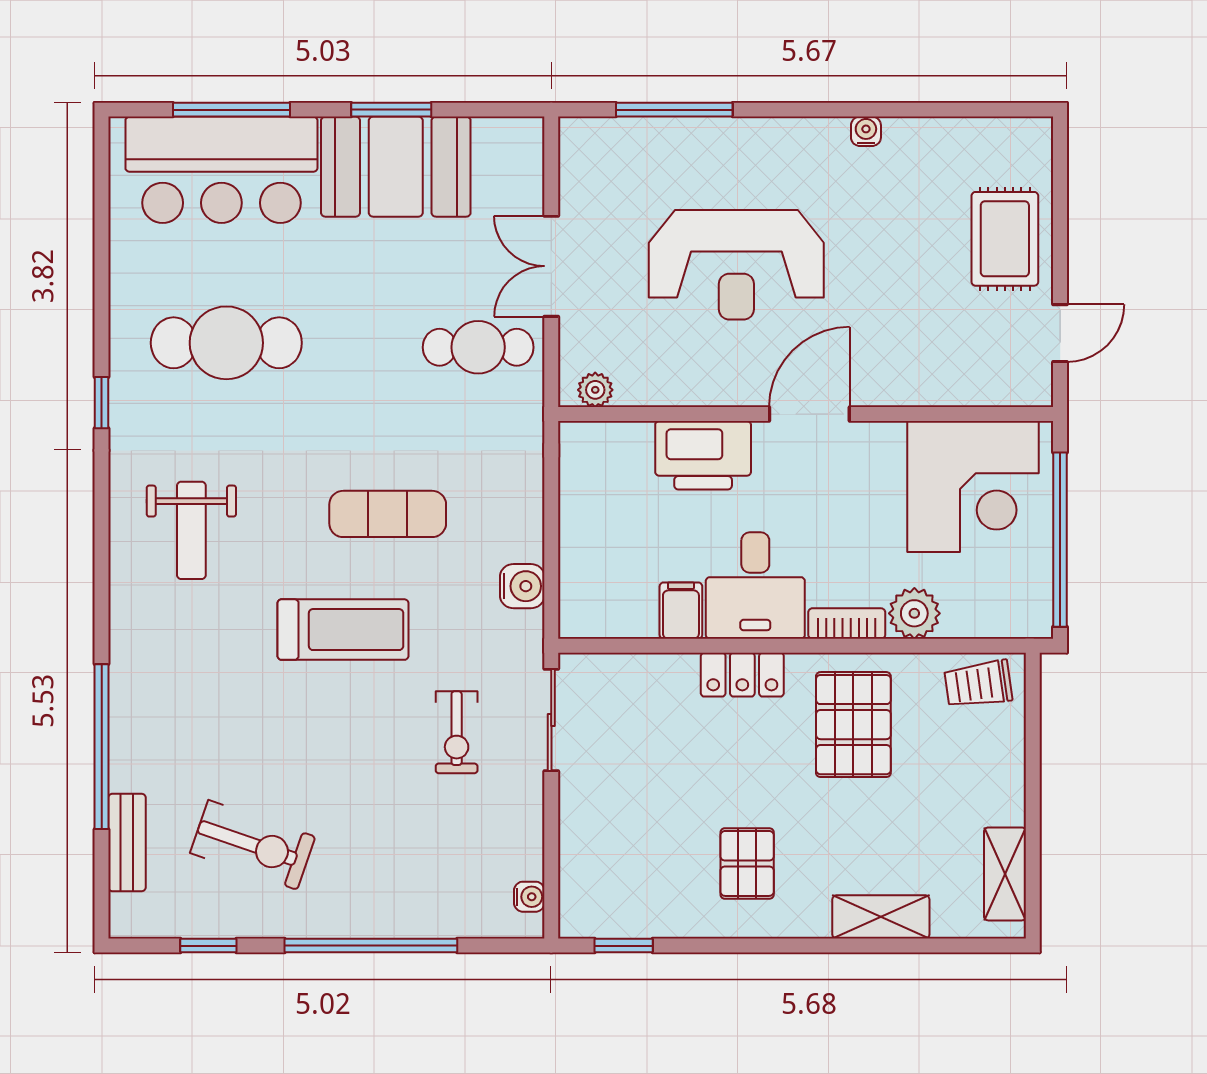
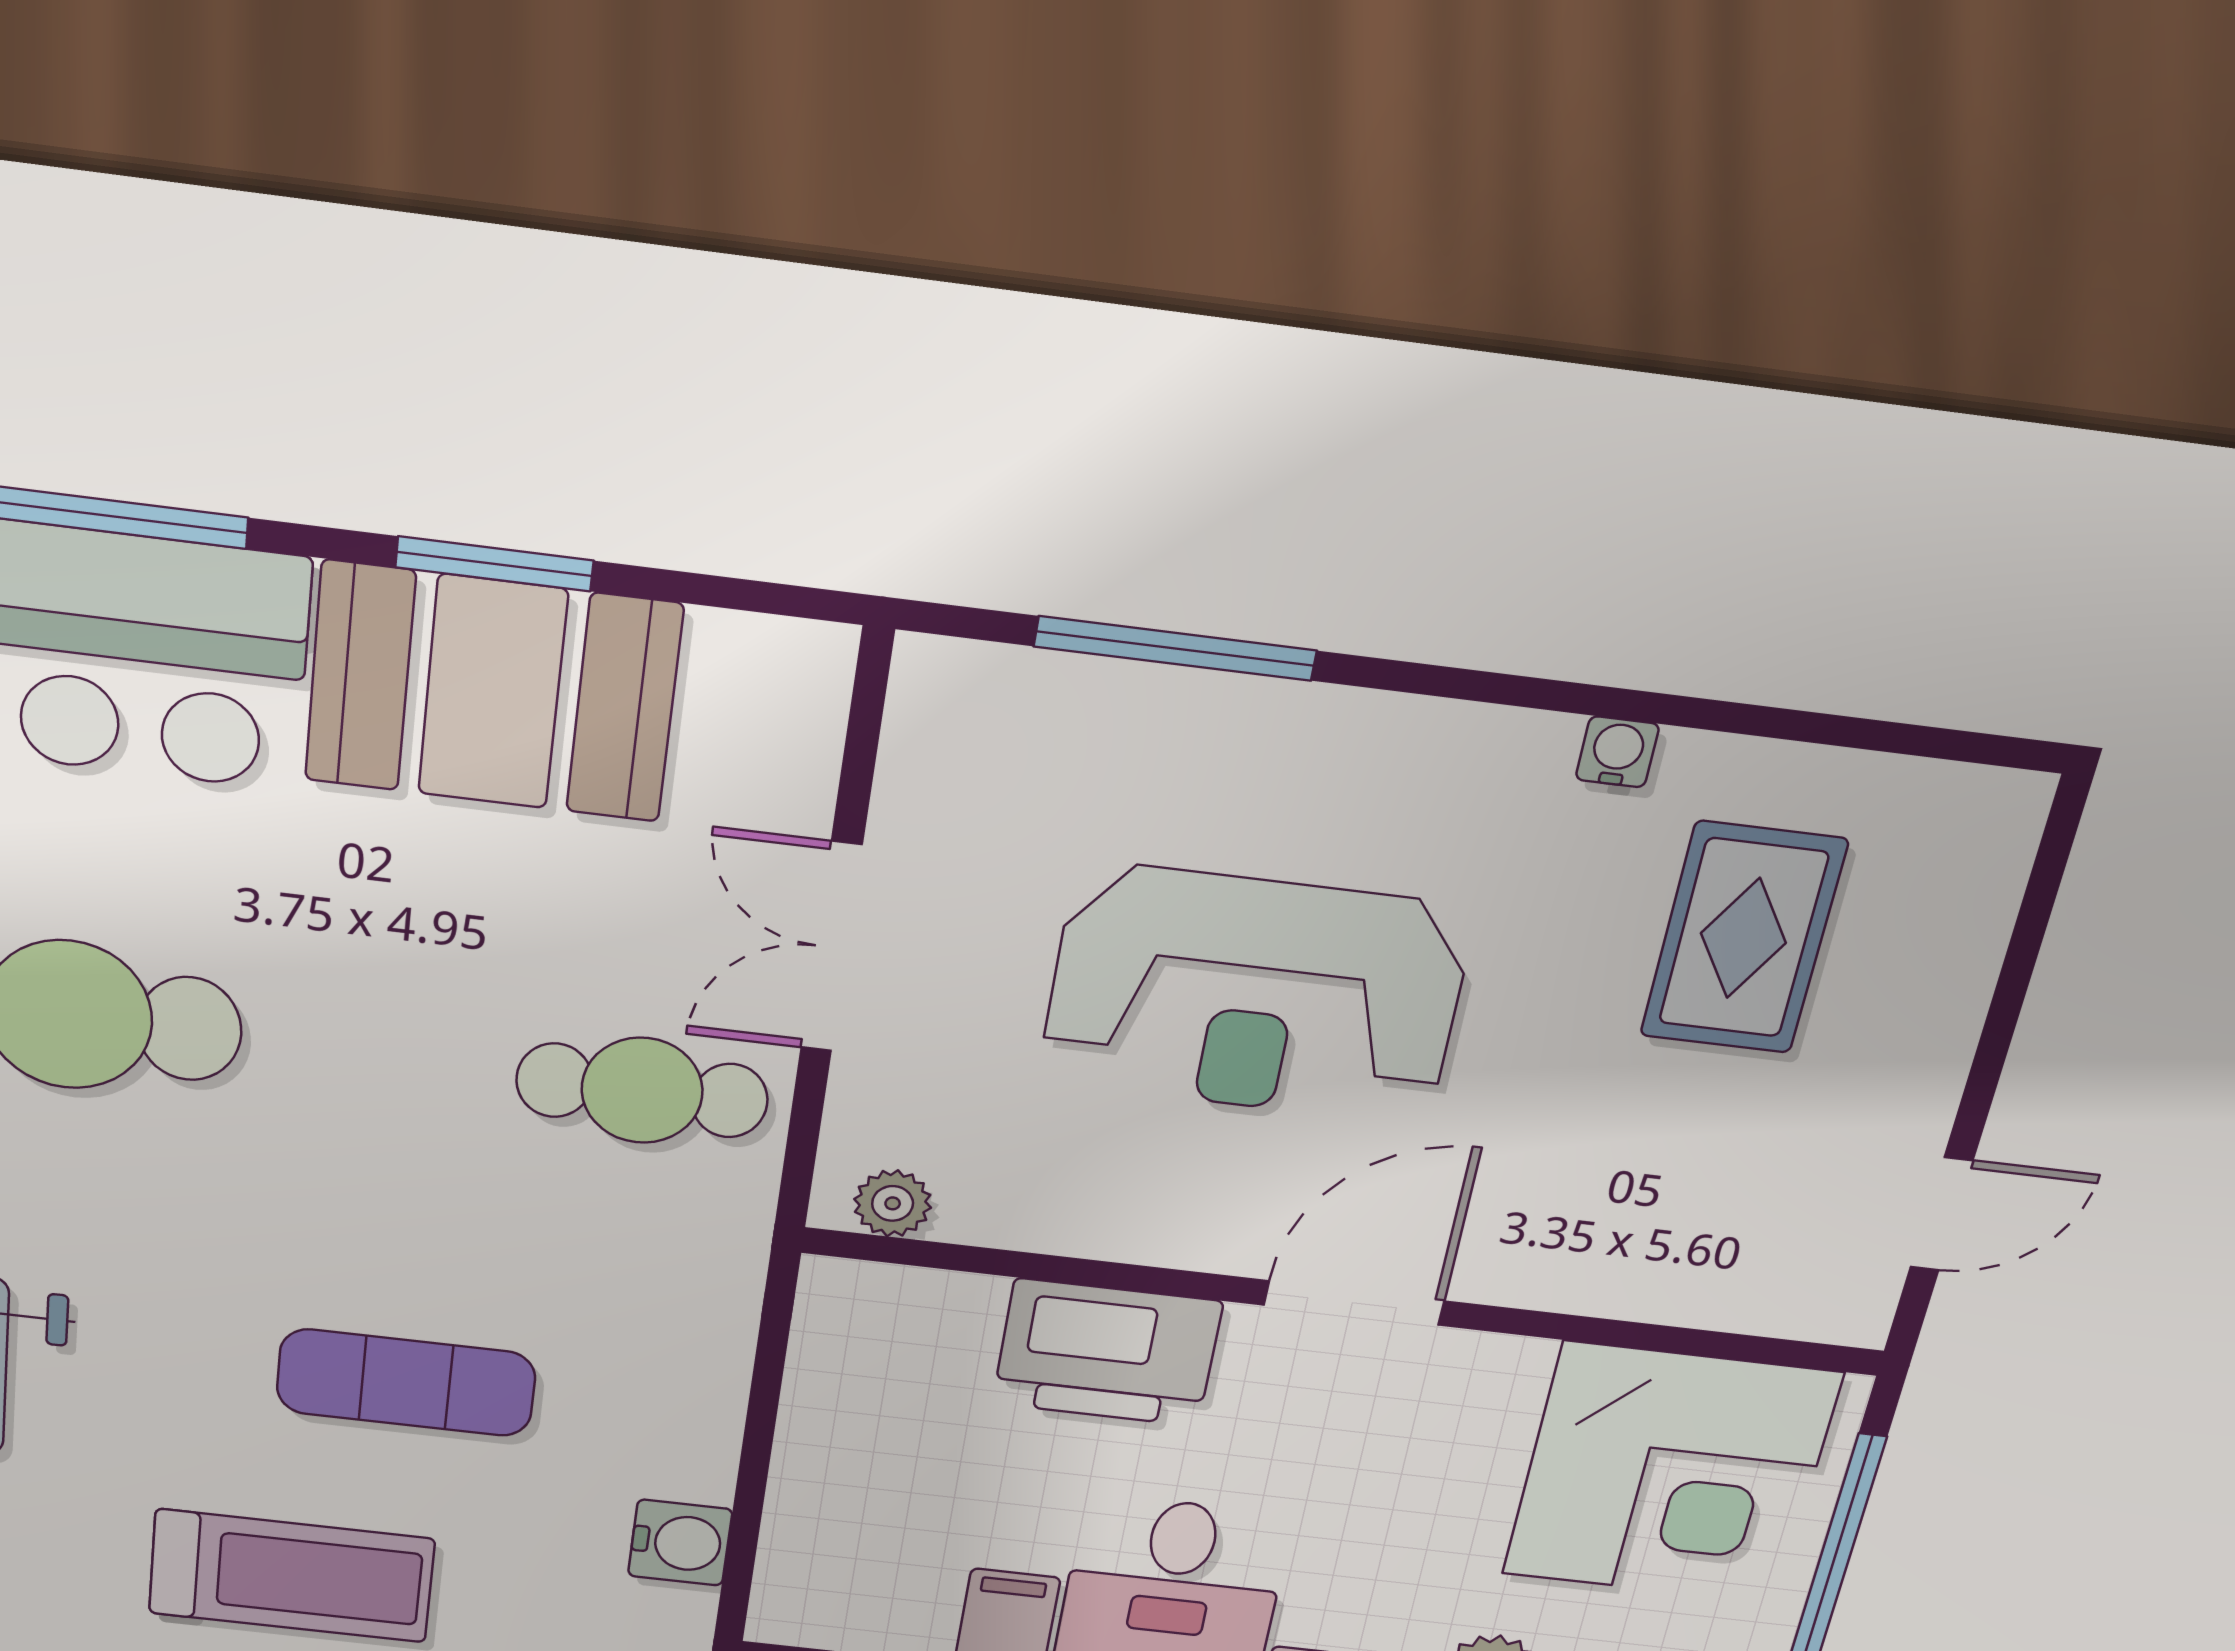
rug: (1005, 239) -> (1743, 938), moved

